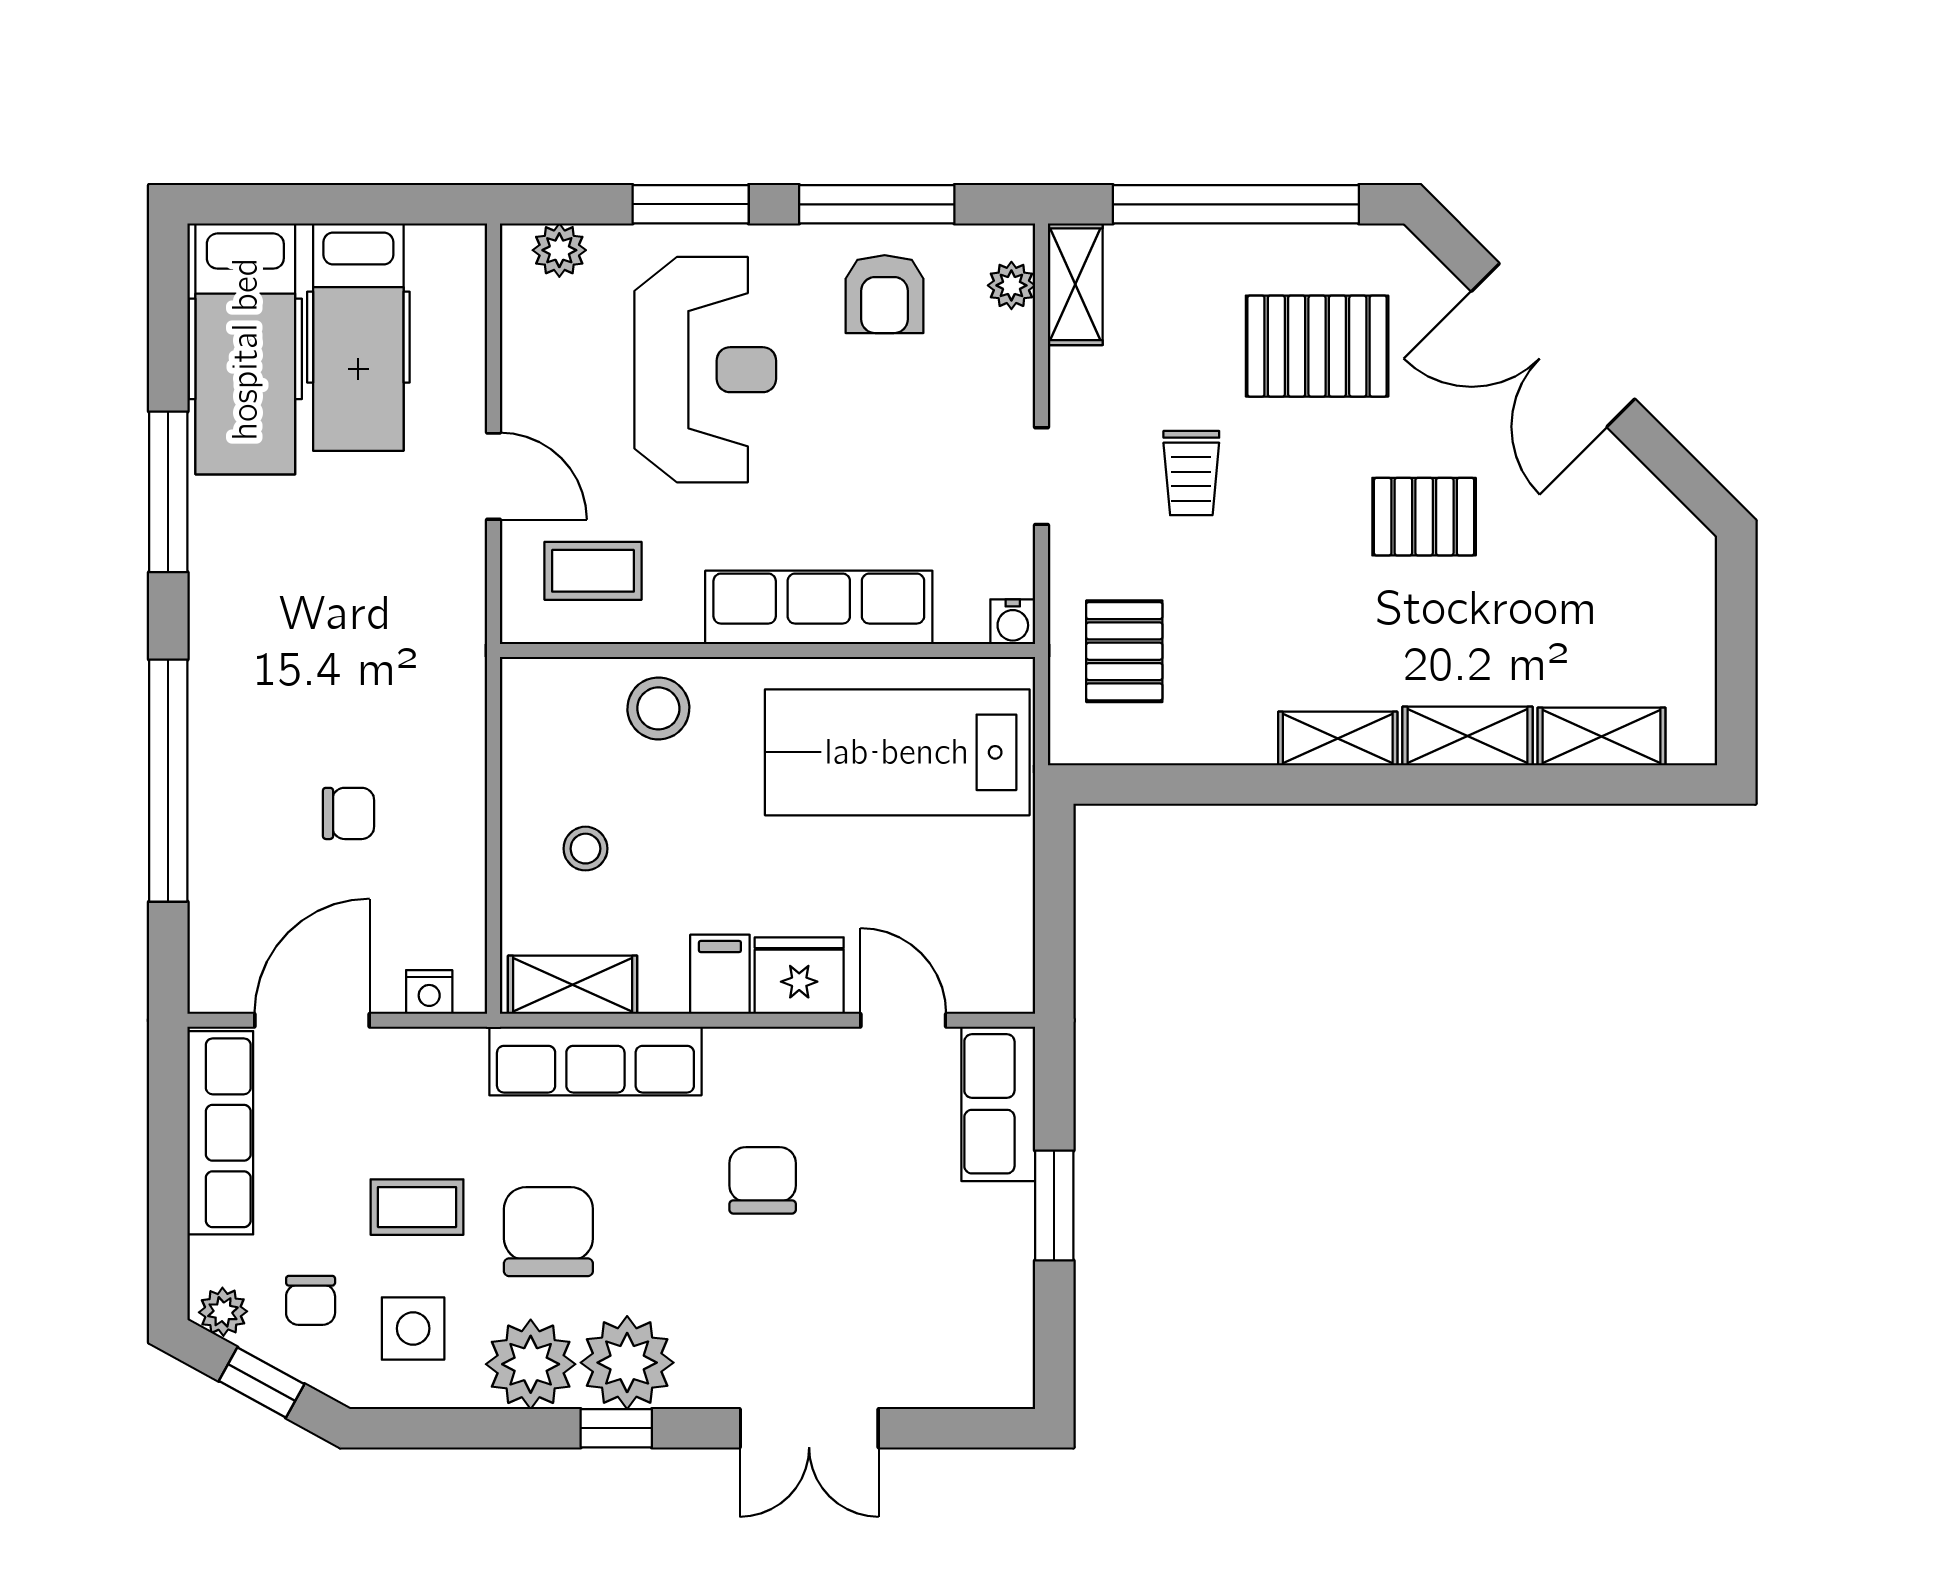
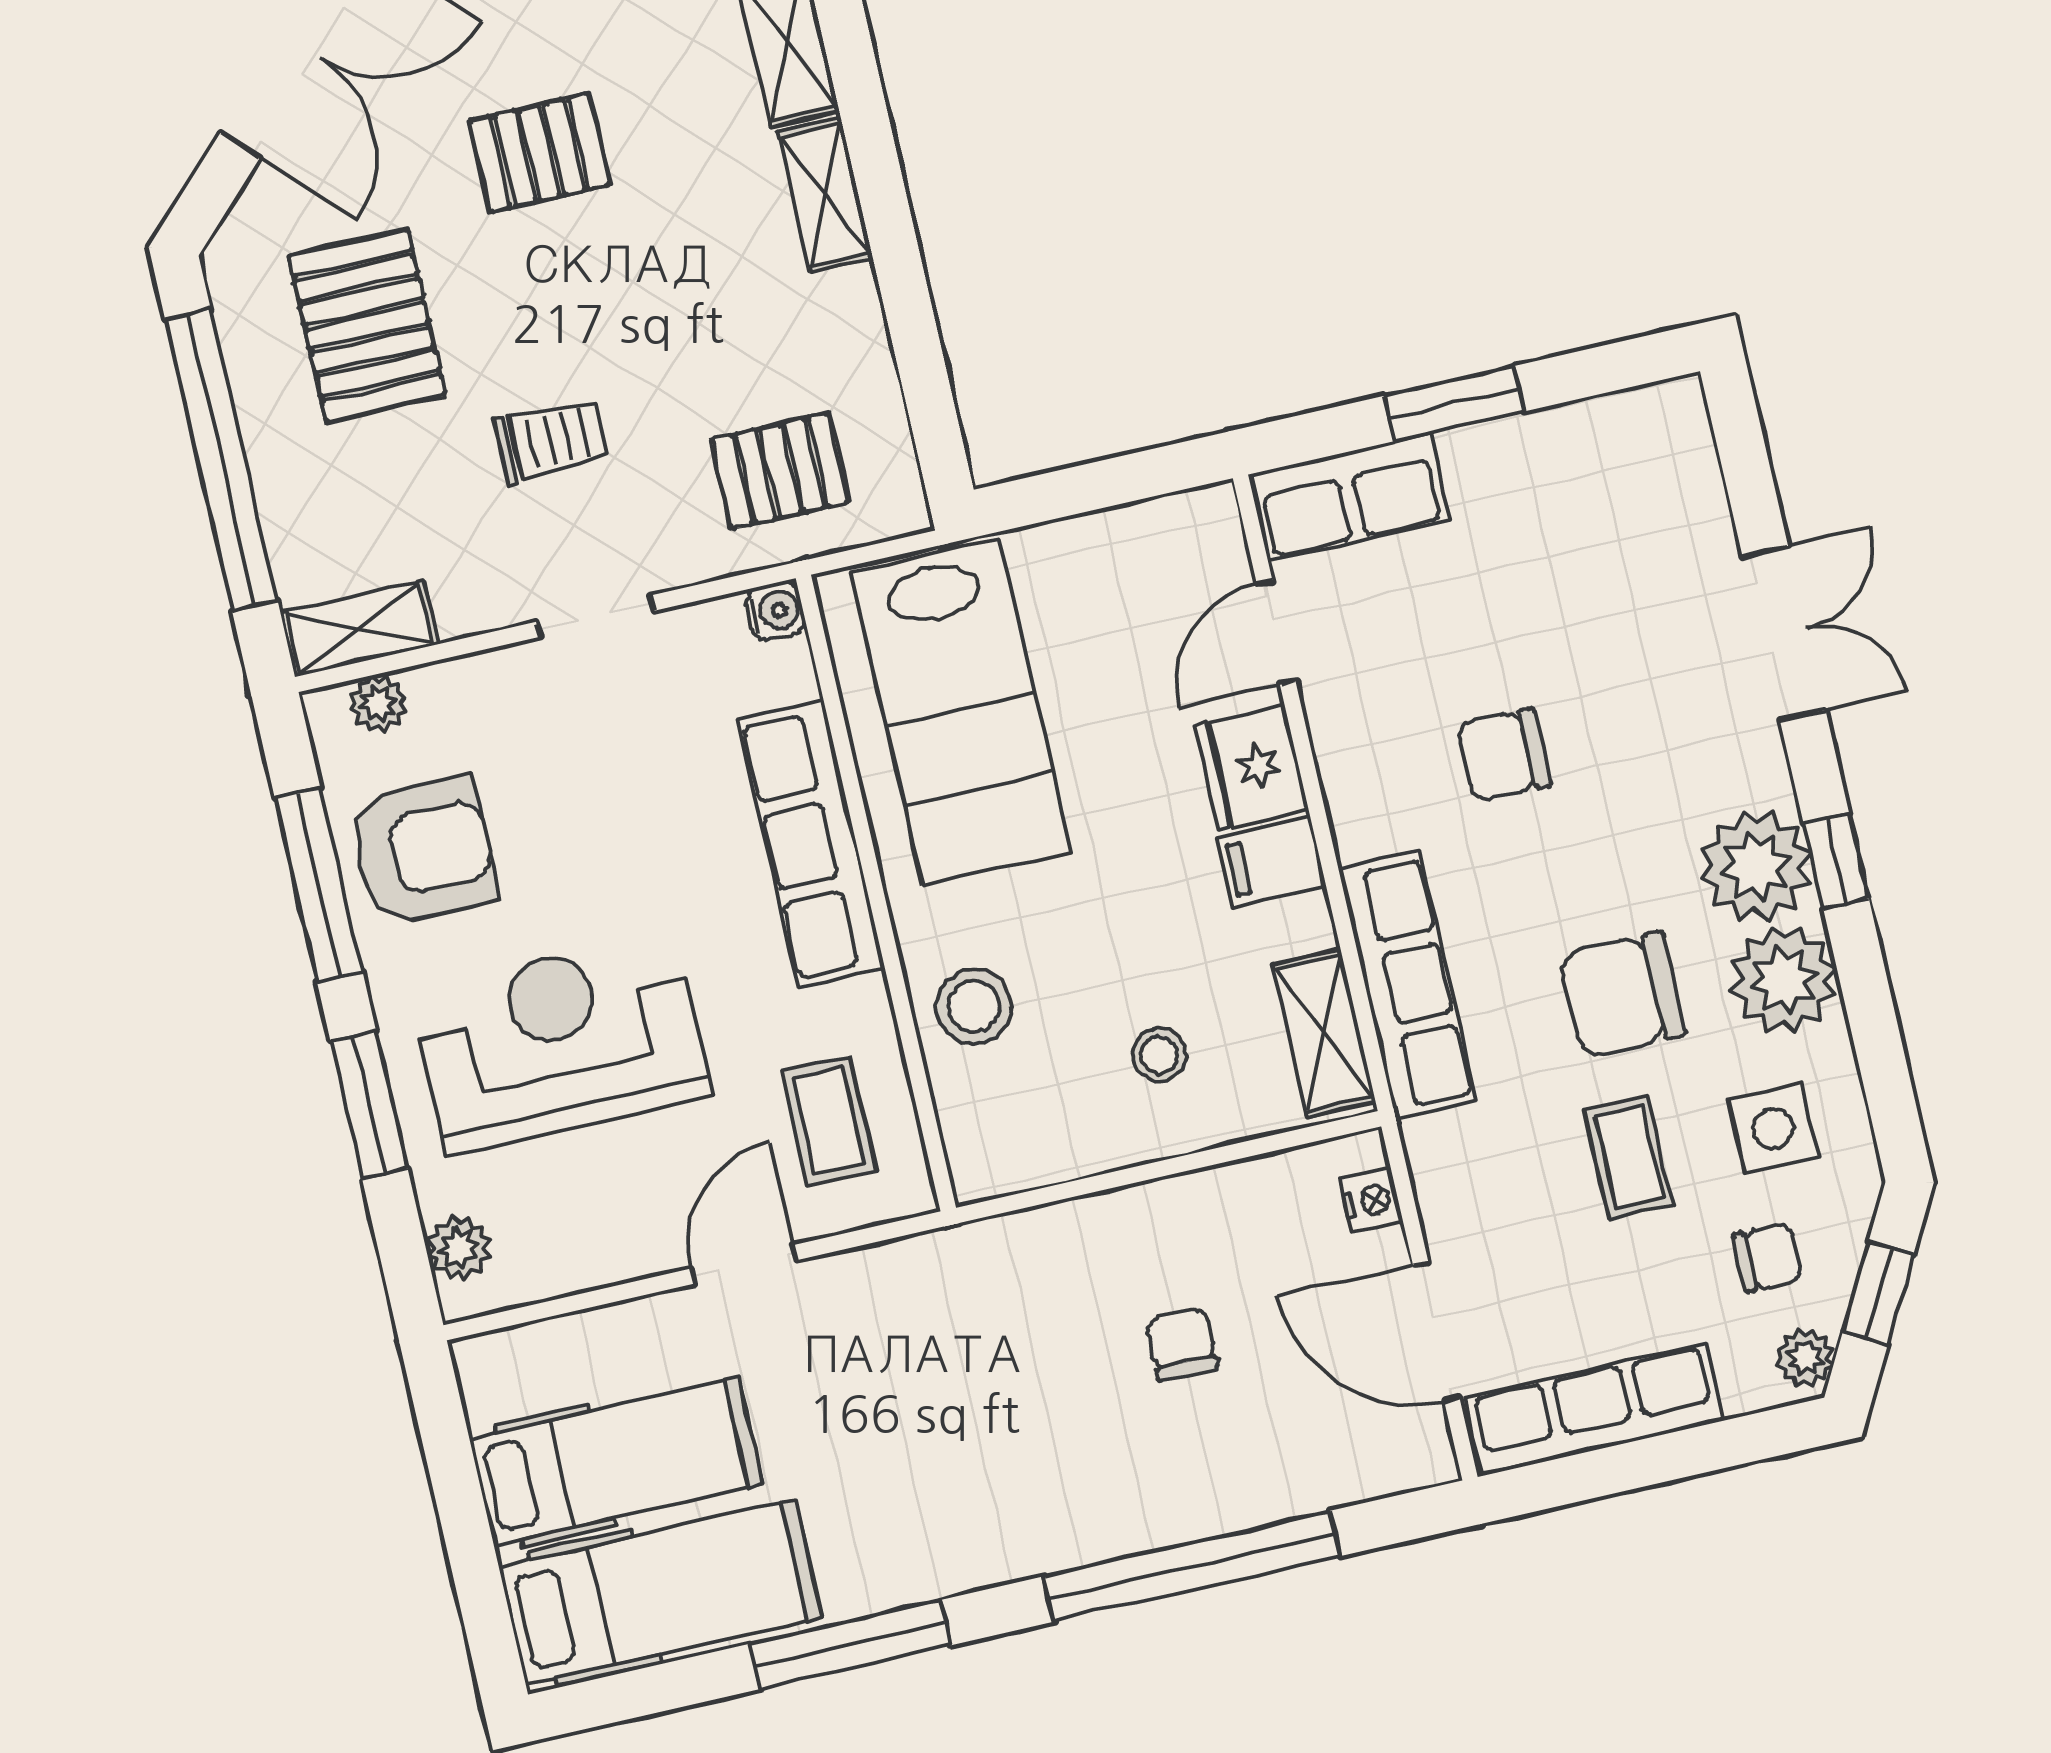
armchair: (885, 294) -> (423, 851), width x1.38, depth x1.38
pallet: (1424, 517) -> (540, 153), turned 90

